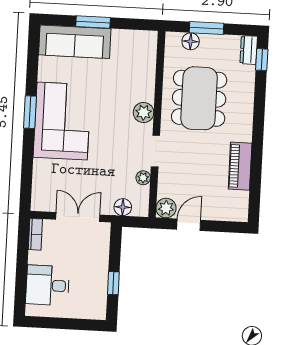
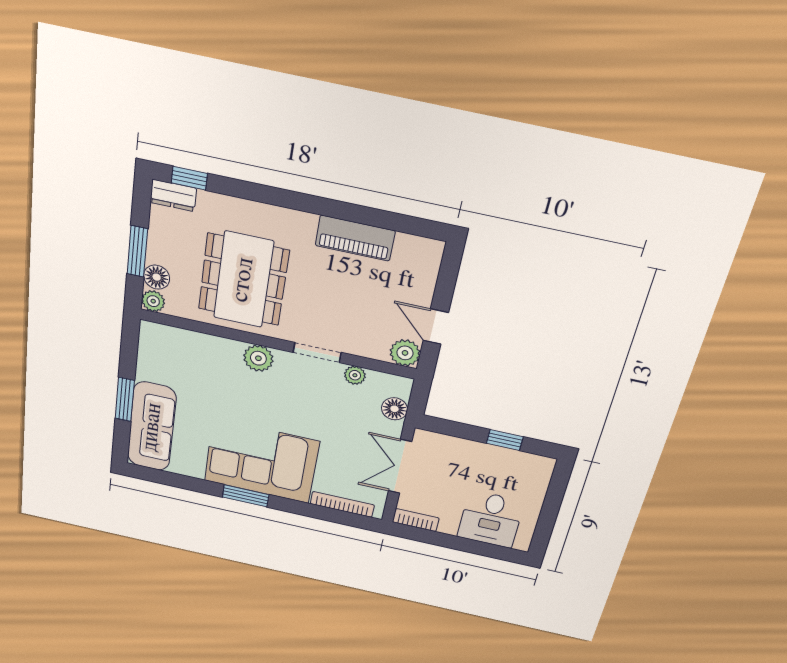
plant: (173, 40) -> (153, 301), added
dining table: (199, 98) -> (243, 280), turned 90
bookcase: (38, 181) -> (342, 504), added

